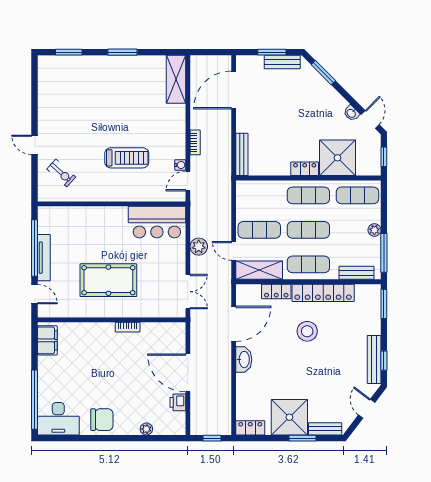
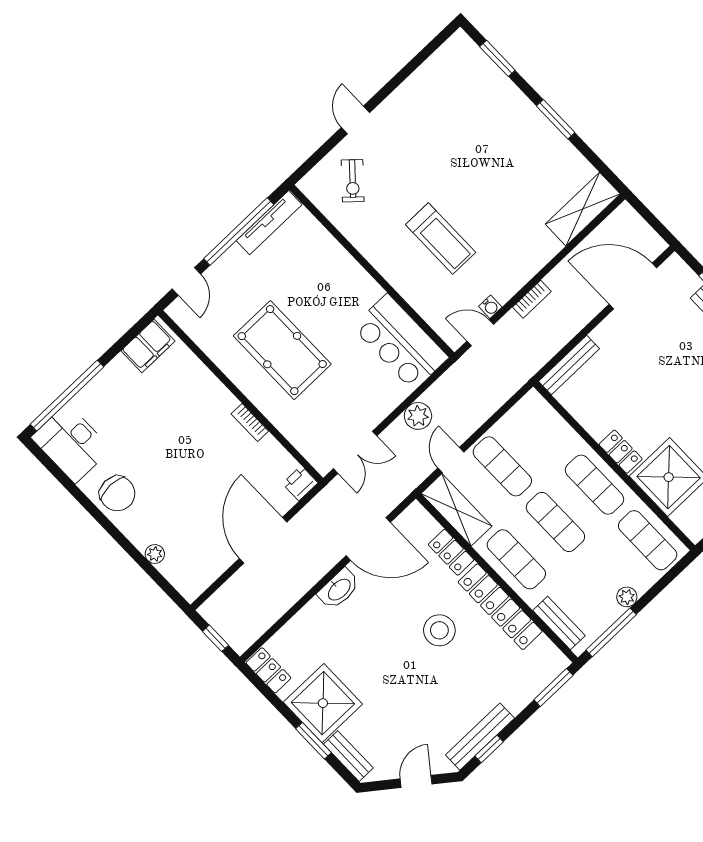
tv unit: (44, 258) -> (269, 223), moved
printer: (178, 402) -> (300, 483), moved

